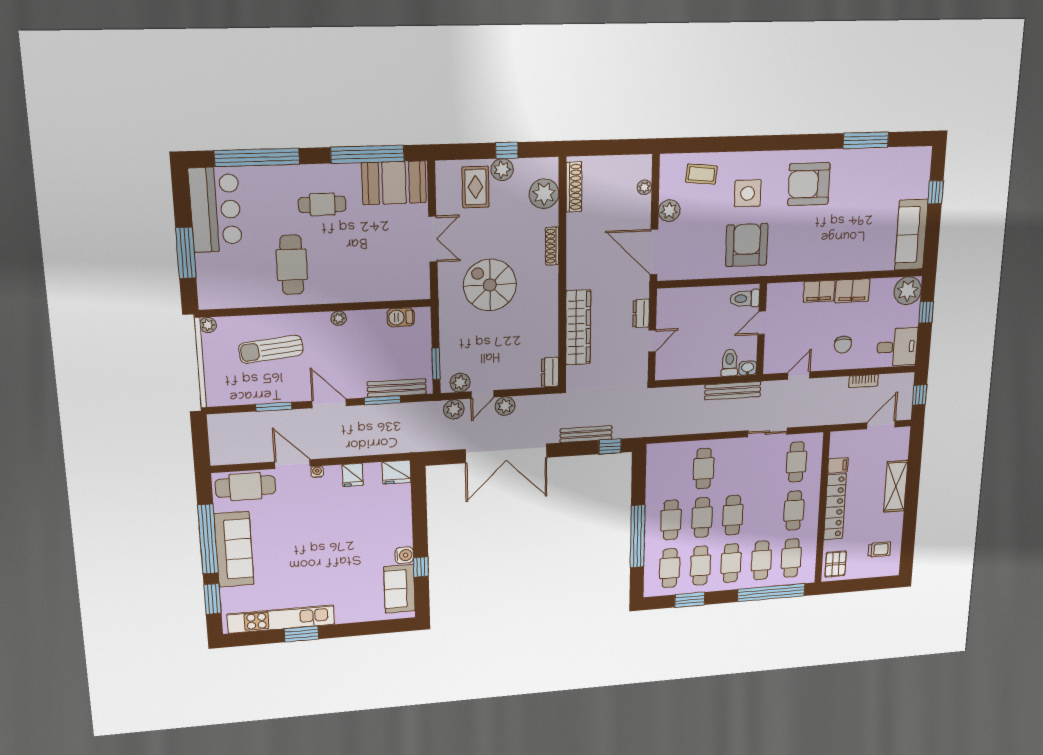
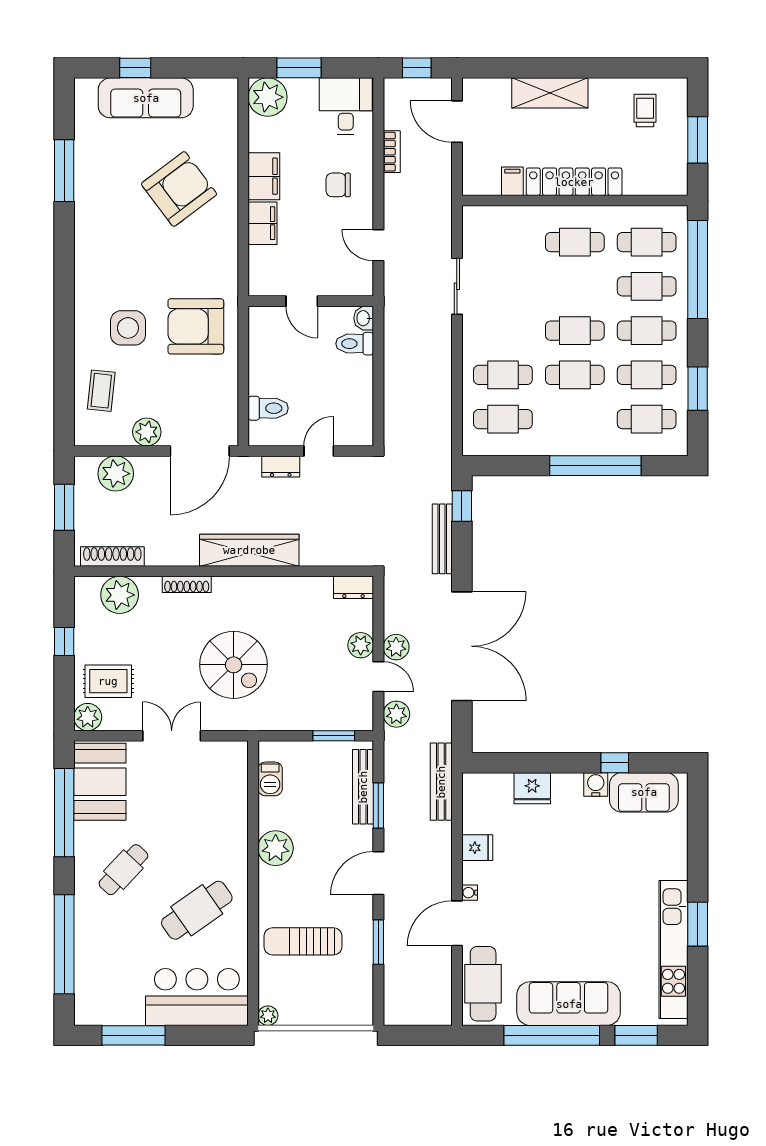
window: (613, 147) -> (64, 507), added
plant: (502, 170) -> (88, 717), moved
armchair: (809, 184) -> (179, 189), moved, turned -127
plant: (644, 187) -> (116, 474), width x1.88, depth x1.88
cafe table: (322, 204) -> (123, 870), turned 43
bar counter: (215, 210) -> (197, 997), moved
sofa: (911, 235) -> (146, 98), moved
window: (186, 253) -> (134, 1035), moved
cafe table: (292, 265) -> (197, 910), turned -35
spiral stairs: (490, 285) -> (234, 665), turned -90
toilet: (745, 298) -> (268, 408), moved, turned -90
window: (926, 312) -> (299, 68), width x1.50
plant: (339, 318) -> (276, 848), width x1.87, depth x1.87
wardrobe: (578, 327) -> (249, 550), moved
door: (652, 341) -> (319, 451), hinge flipped
chair: (843, 345) -> (338, 185), turned 180
sun lounger: (271, 349) -> (303, 941), turned 96
plant: (460, 383) -> (361, 645), moved
bench: (733, 391) -> (441, 782), moved
cafe table: (796, 462) -> (503, 242), removed
fridge: (397, 472) -> (532, 788), moved, turned 90
cafe table: (671, 520) -> (503, 419), moved
pallet: (836, 564) -> (662, 175), removed
window: (858, 585) -> (698, 140), added

